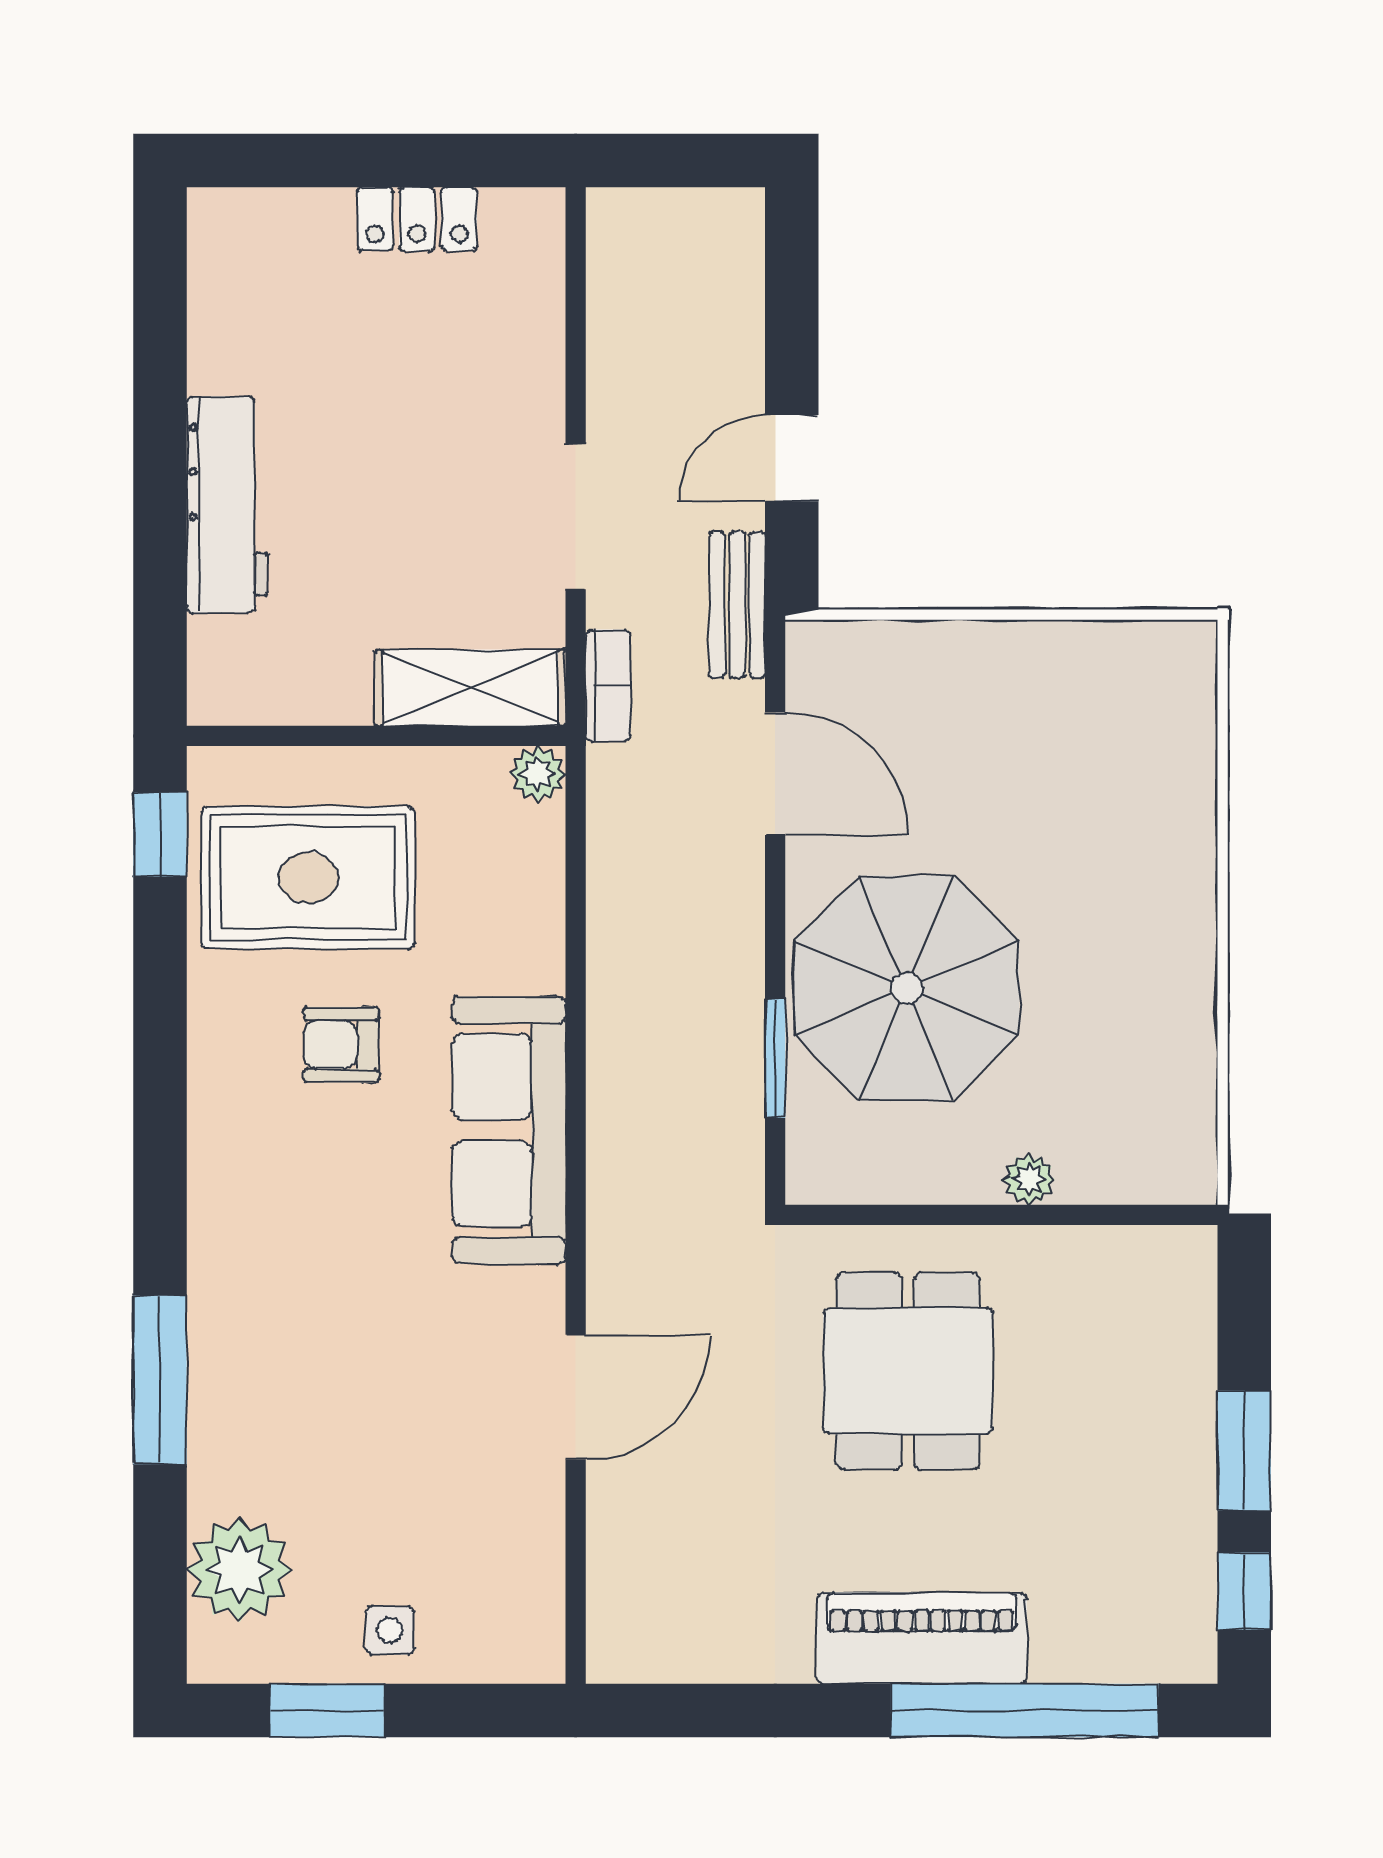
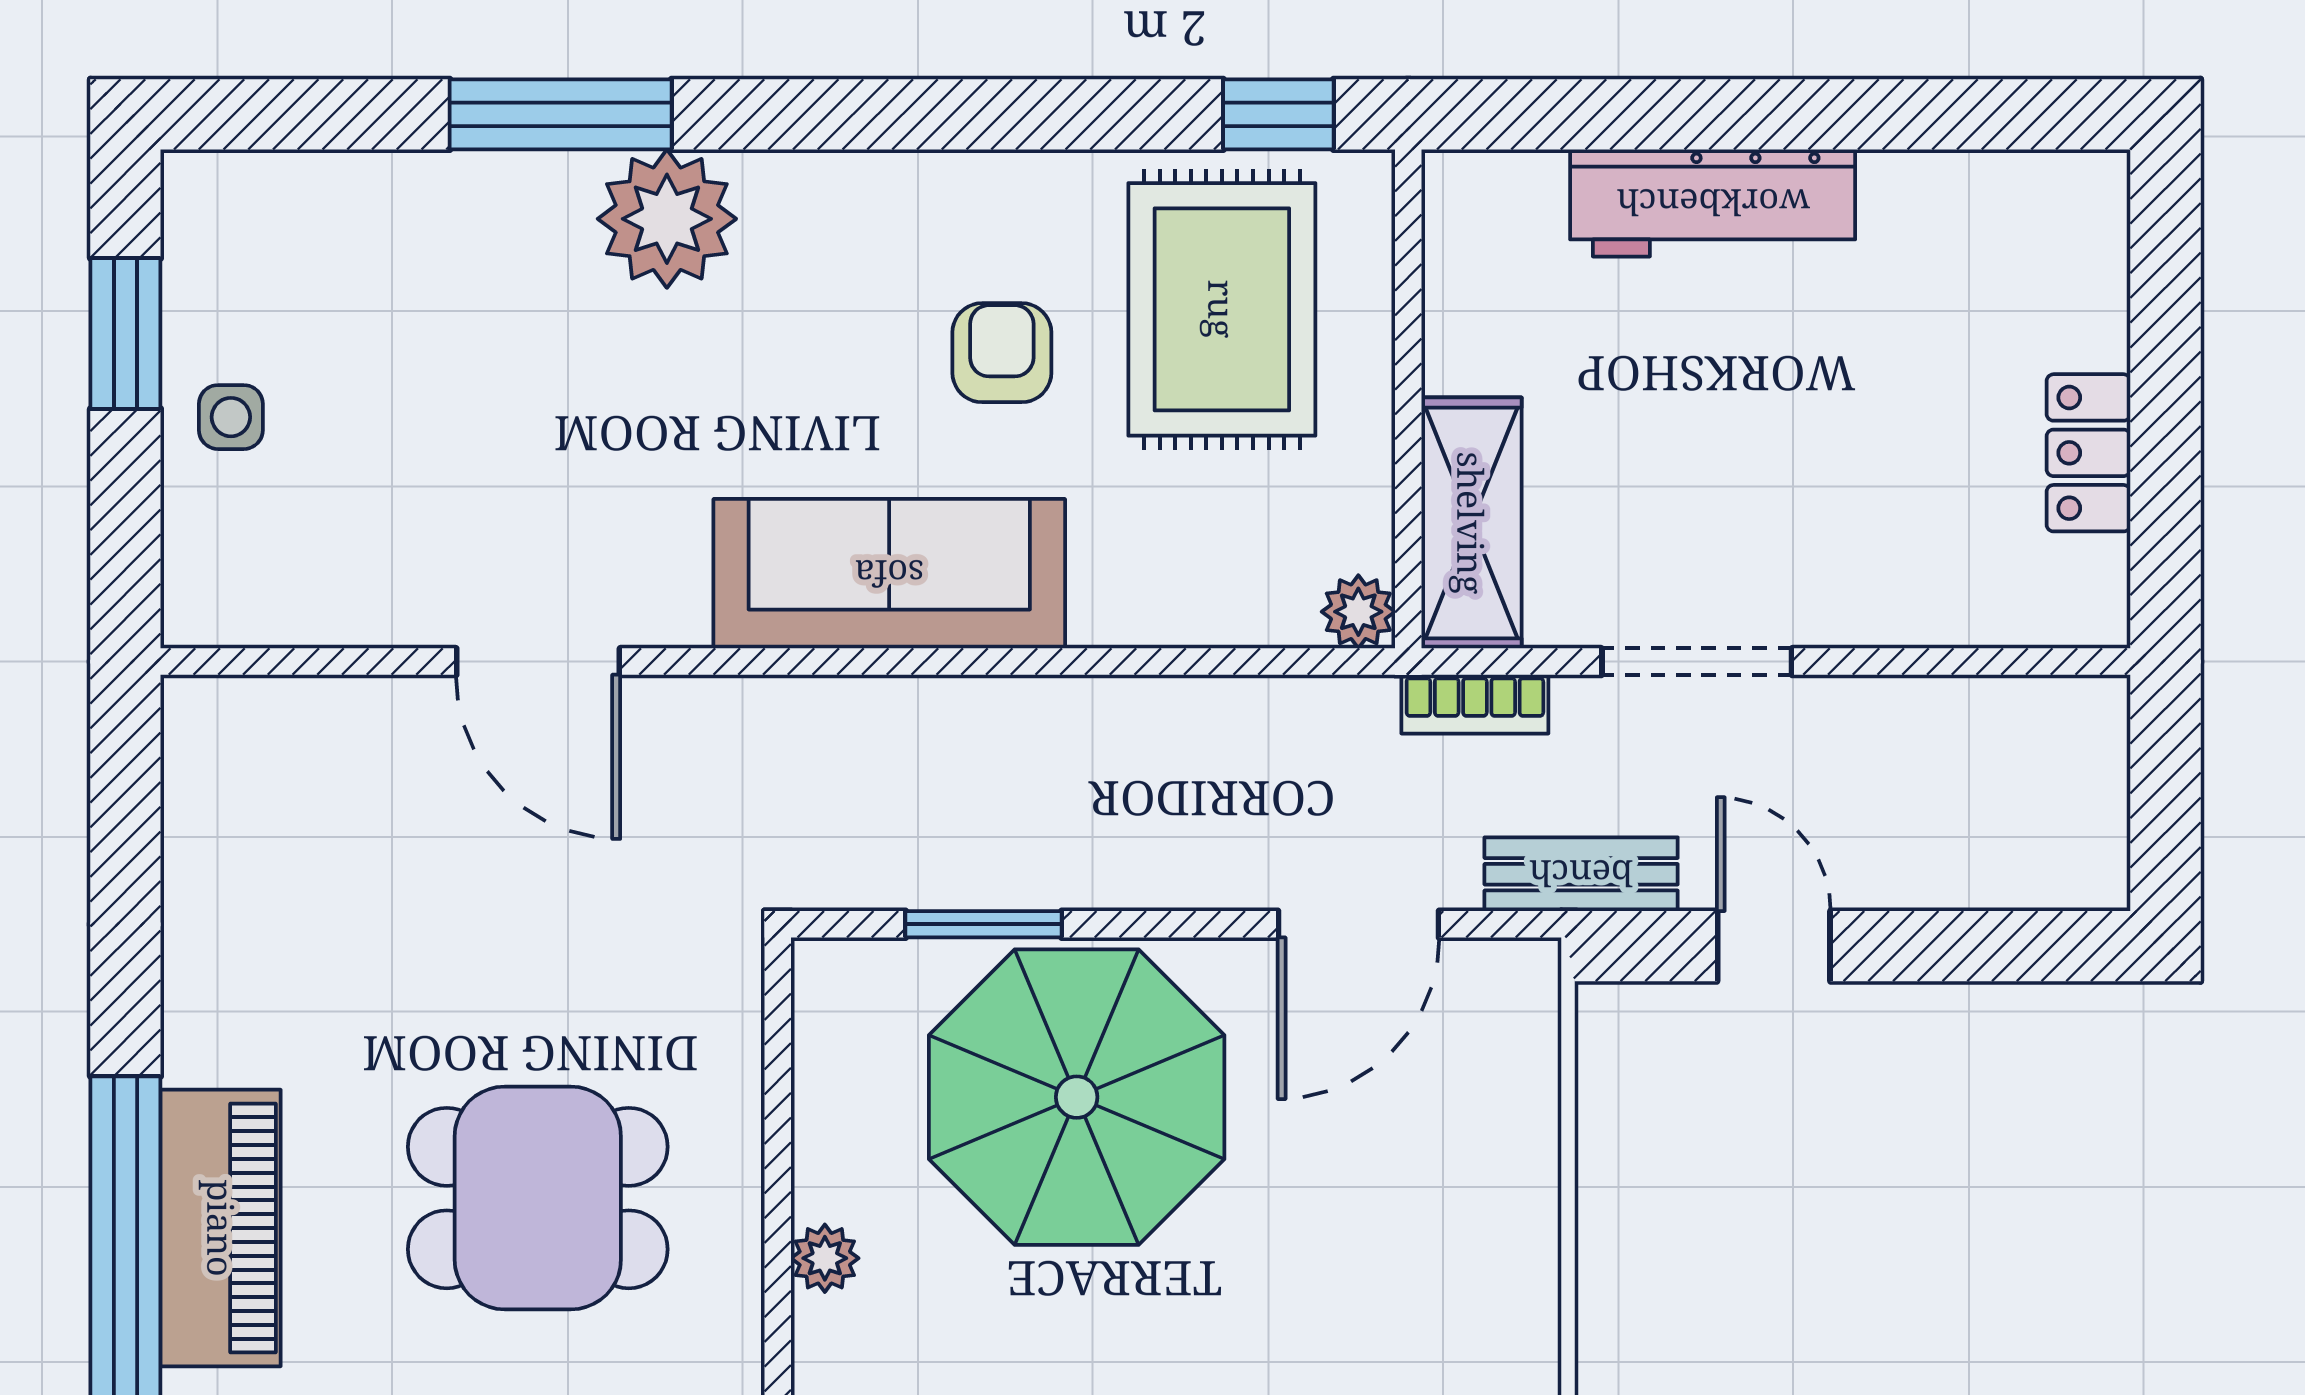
dining table: (908, 1371) -> (538, 1198), moved
plant: (239, 1570) -> (667, 219), moved
piano: (922, 1638) -> (221, 1228), moved

